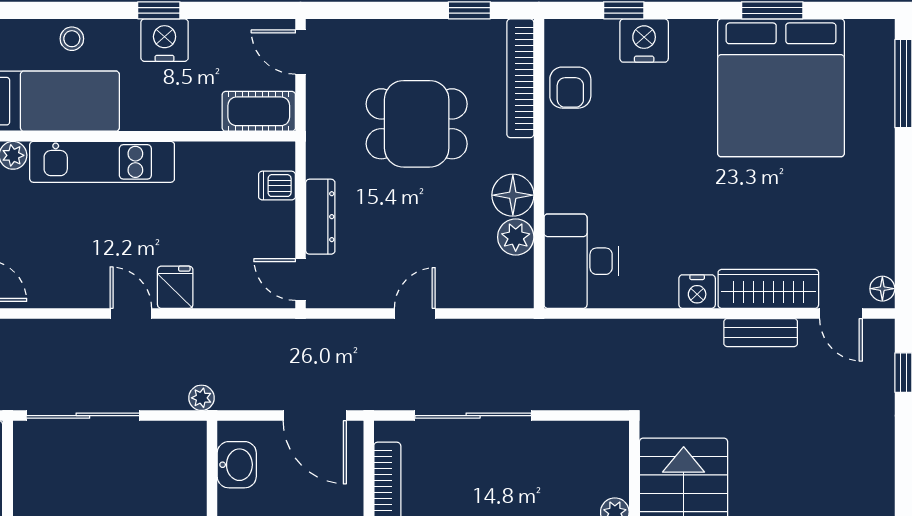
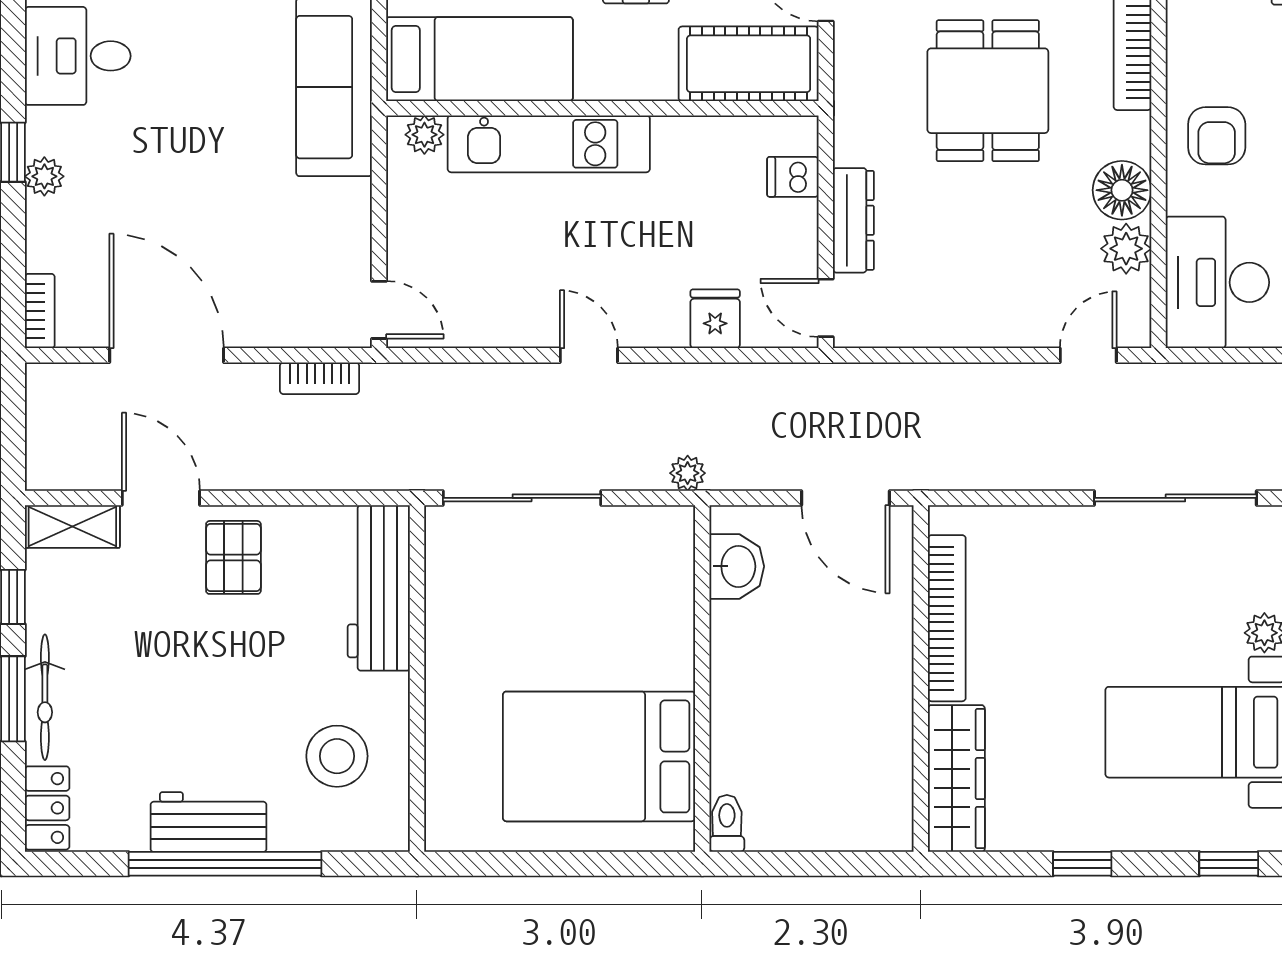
armchair: (570, 88) -> (1217, 136), moved
cot: (259, 111) -> (749, 64), width x1.37, depth x1.34
dining table: (417, 124) -> (988, 91), turned 90
fridge: (175, 287) -> (715, 319), moved
door: (415, 313) -> (1088, 355), moved
sliding door: (473, 416) -> (1175, 498), moved

